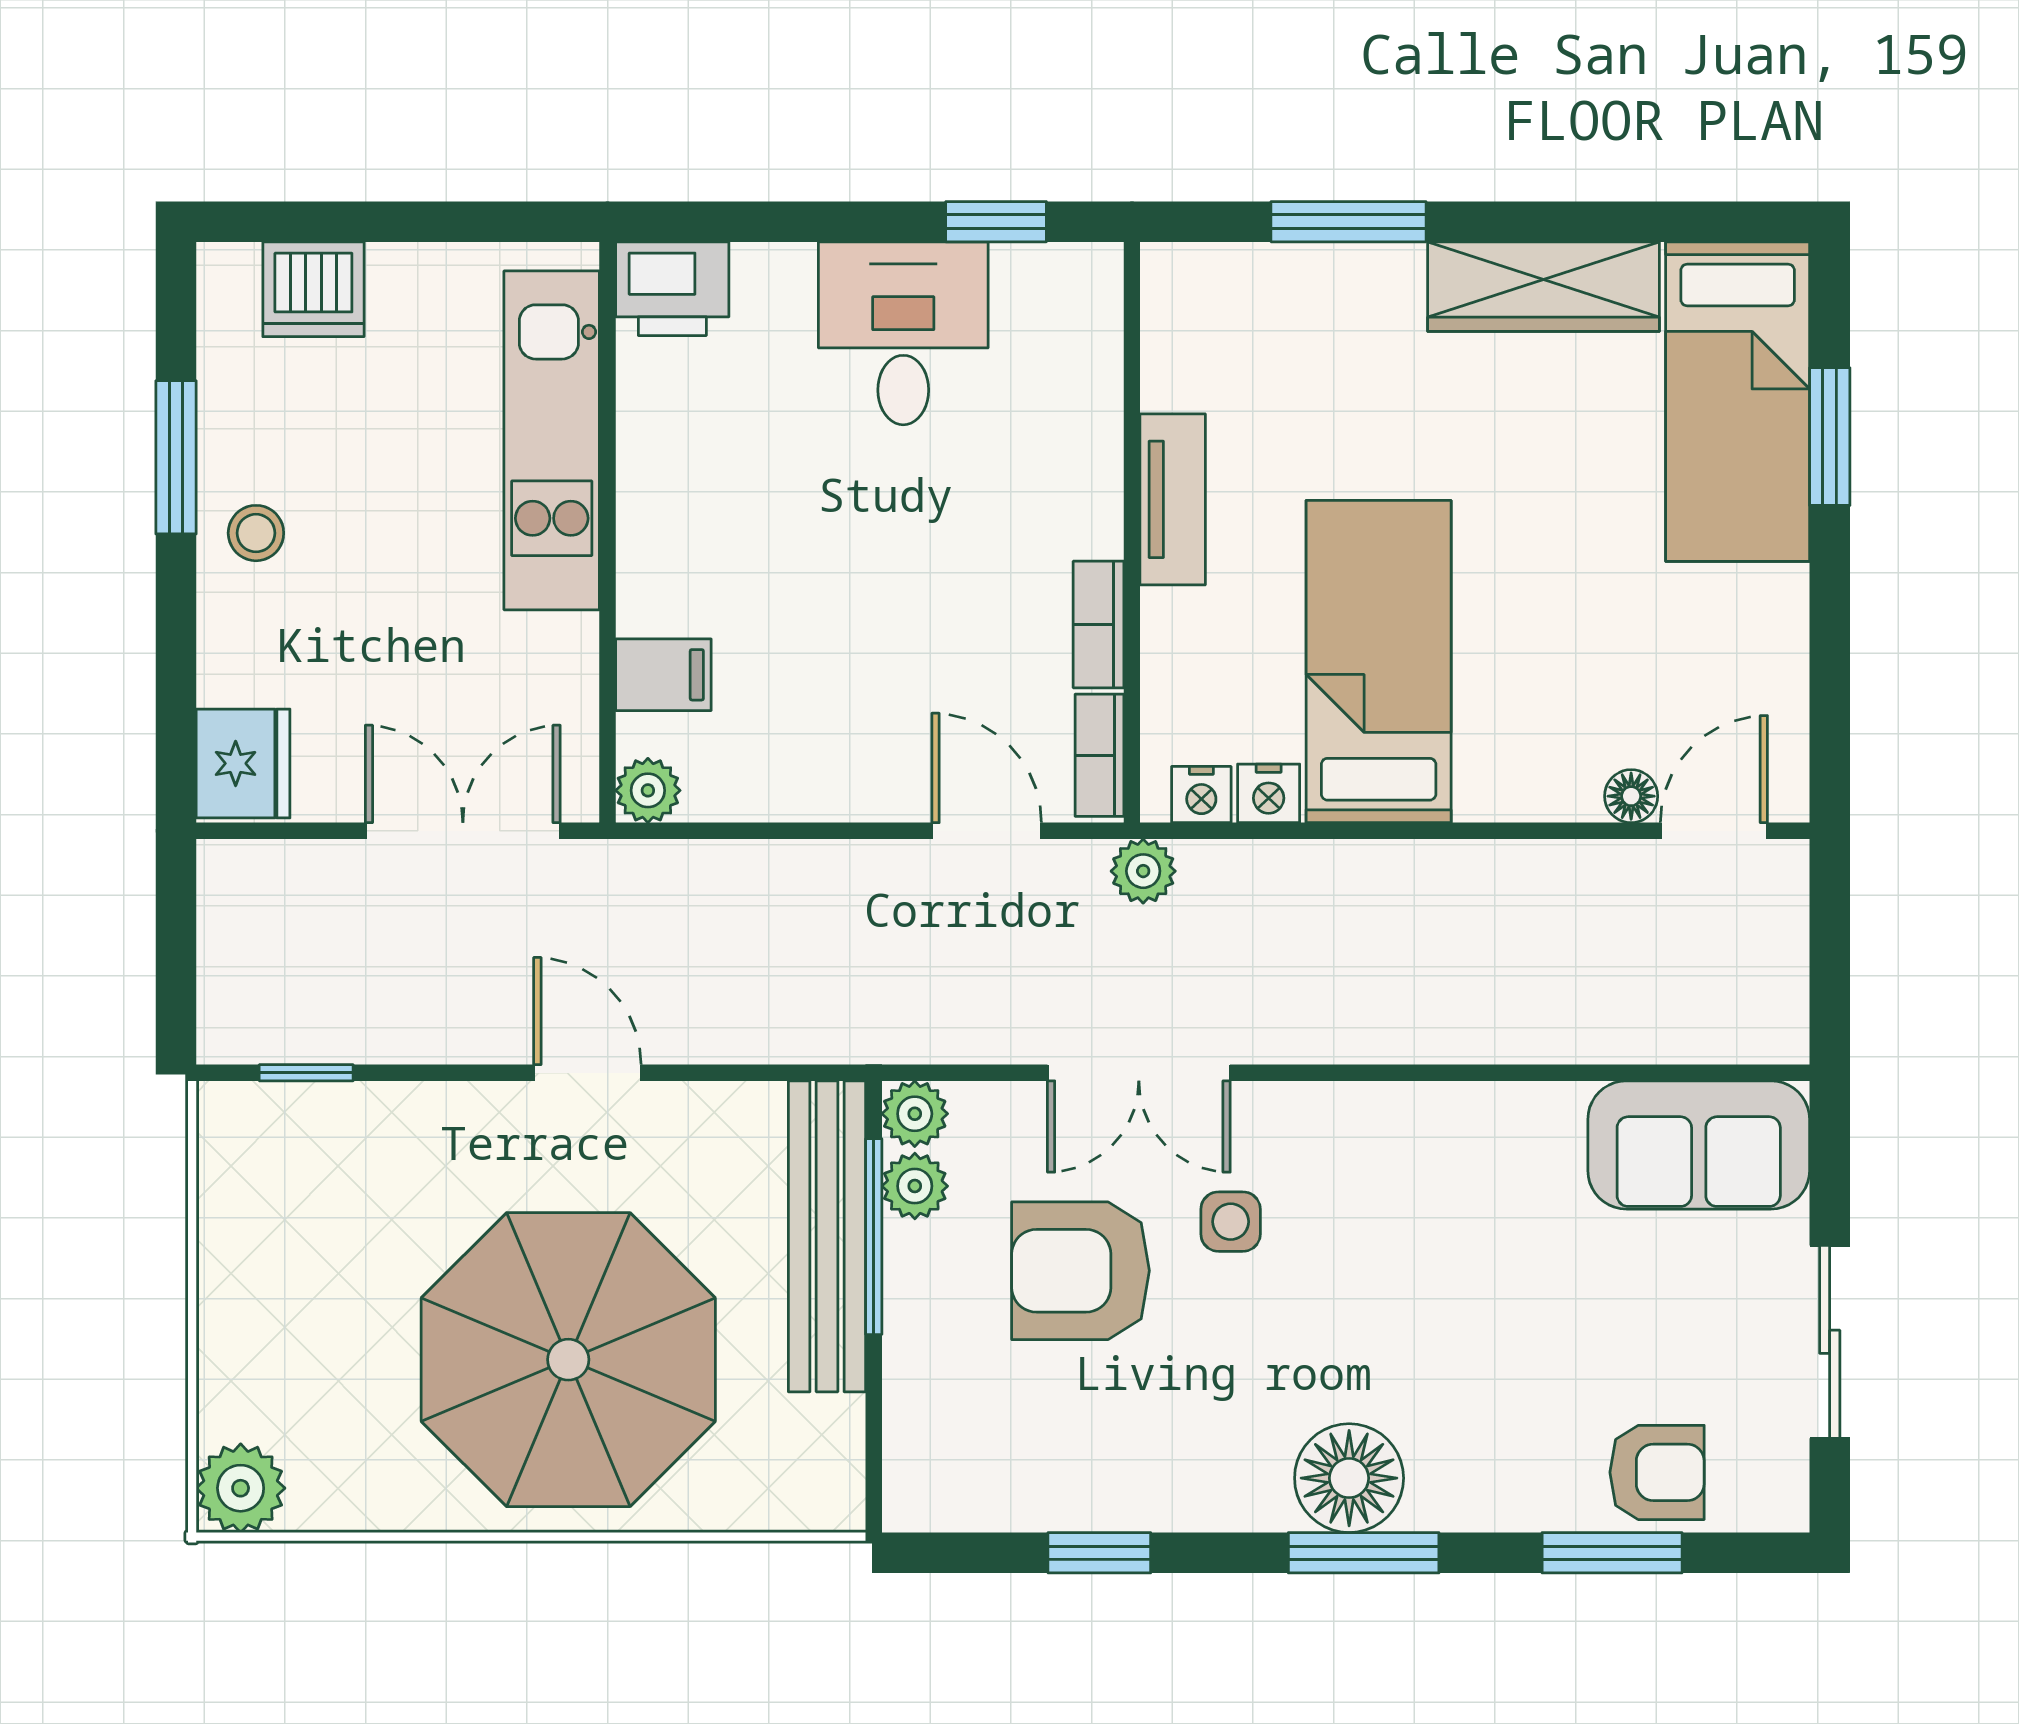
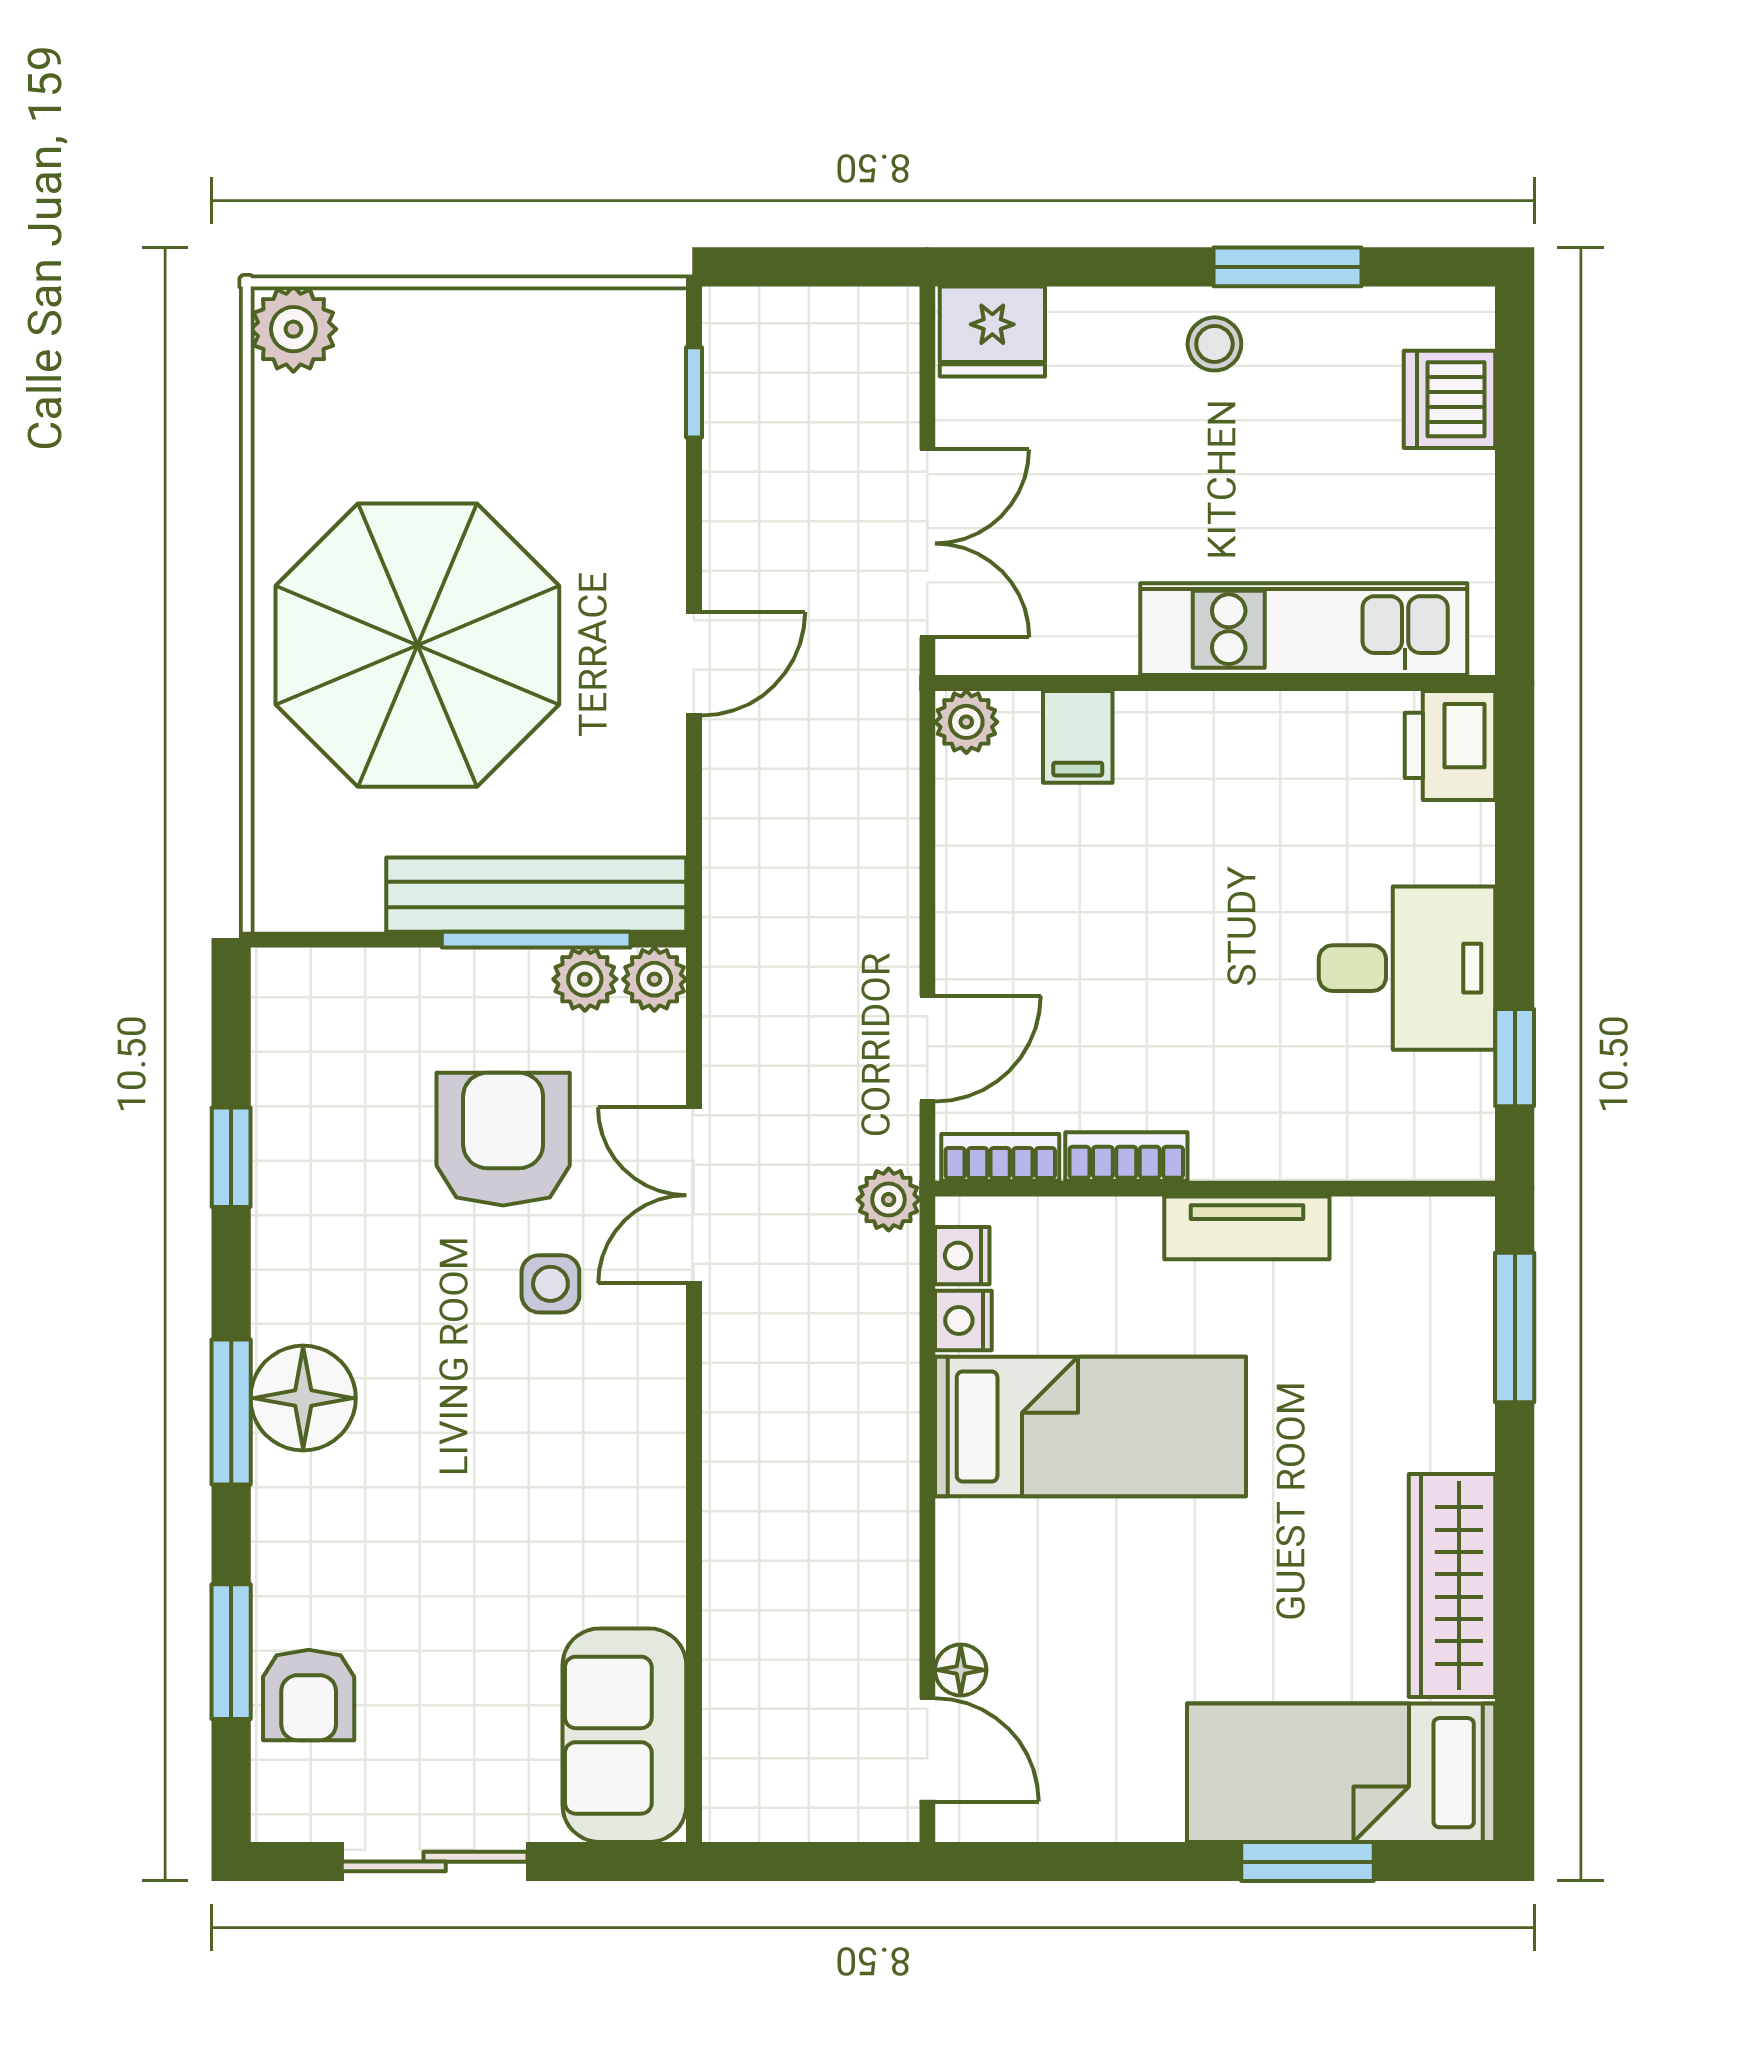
window: (1348, 222) -> (1515, 1327), moved

